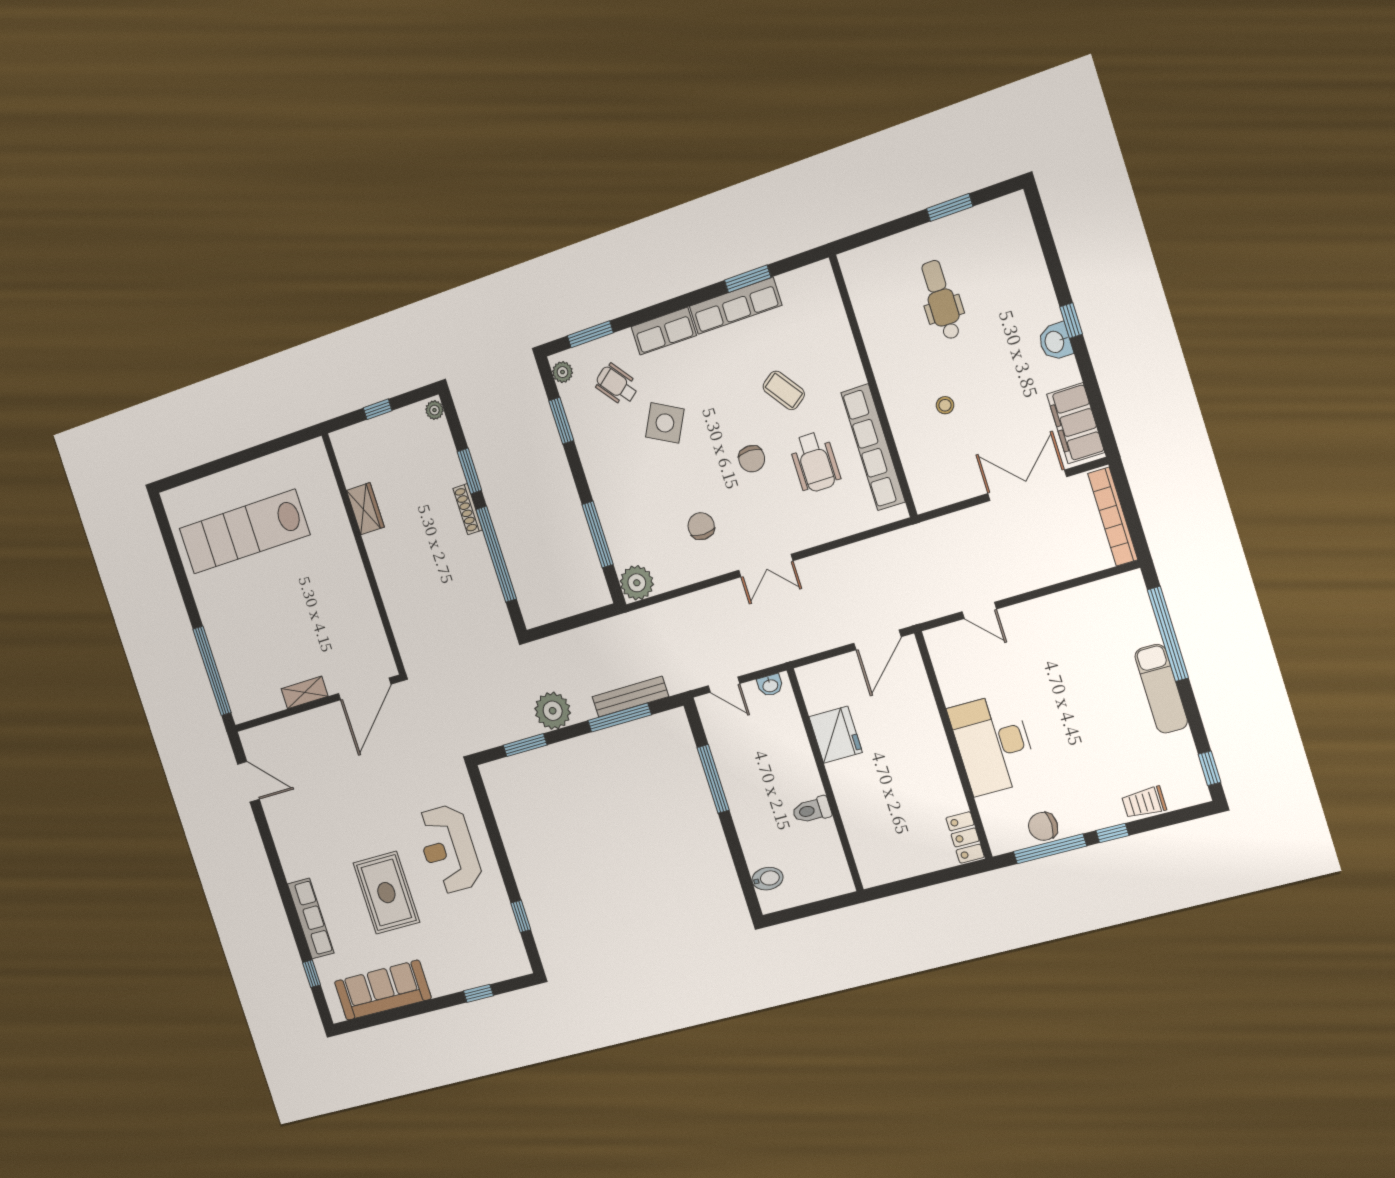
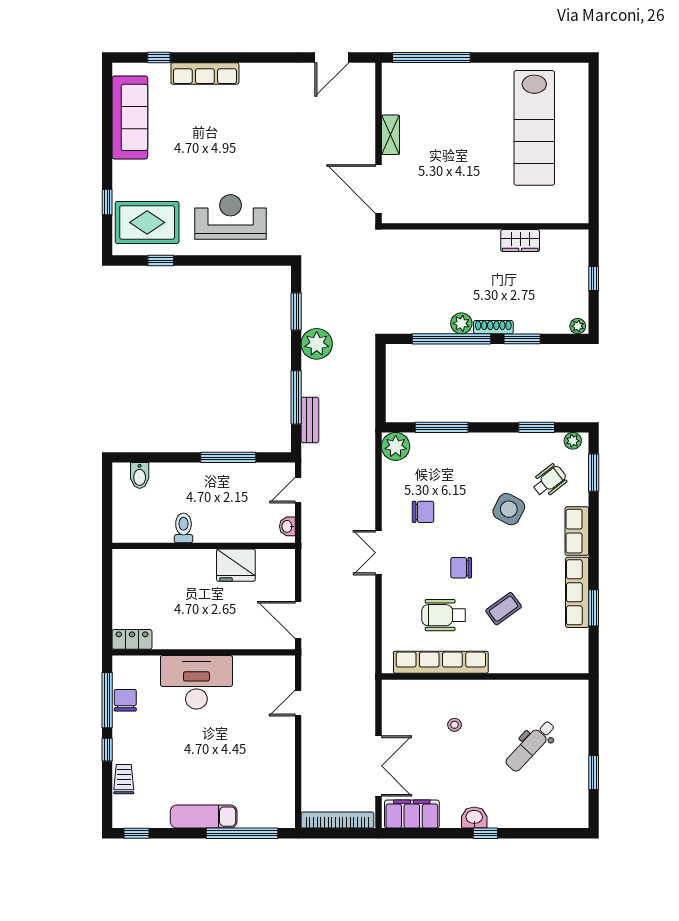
dental chair: (941, 300) -> (531, 746), turned 133
lab bench: (244, 532) -> (534, 128), turned 180
plant: (476, 548) -> (461, 323), added
bench: (630, 697) -> (310, 420), width x0.73
rug: (386, 893) -> (147, 222), moved

